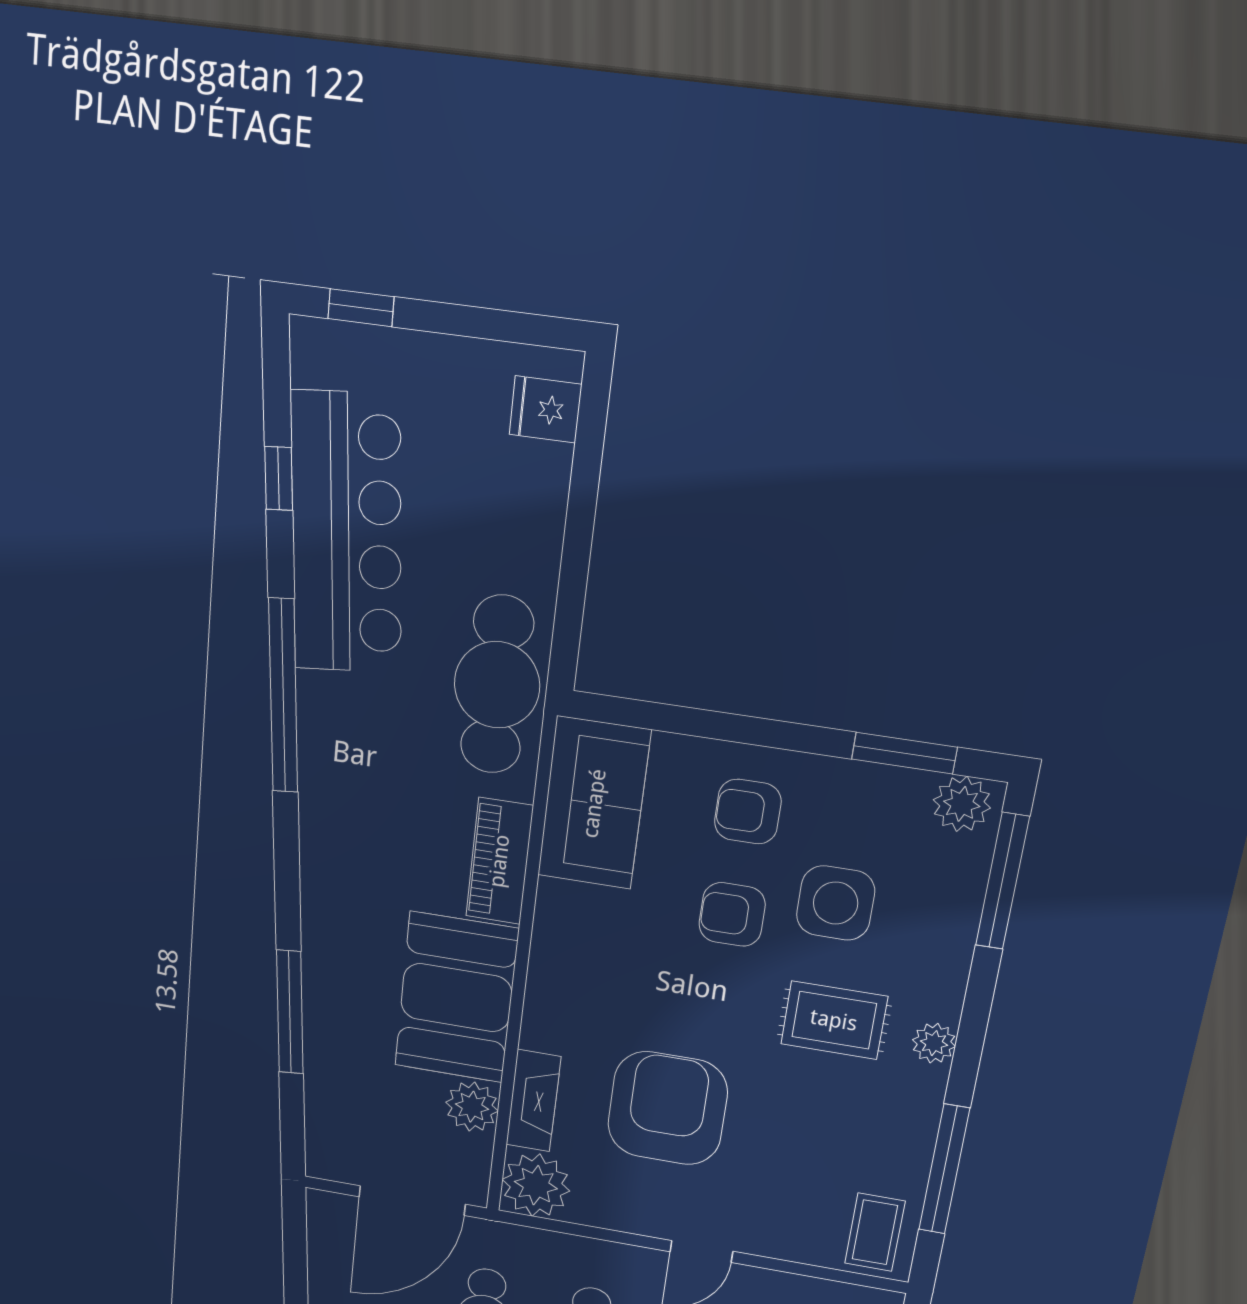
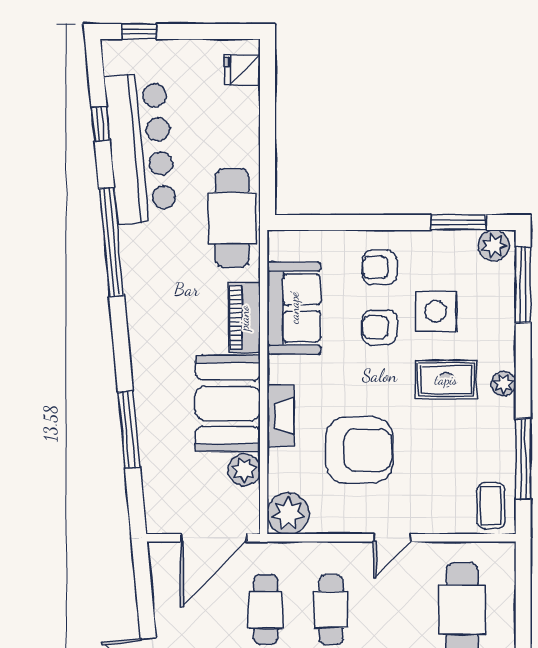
sofa: (594, 803) -> (294, 308), moved
fireplace: (533, 1101) -> (280, 416), moved
armchair: (667, 1108) -> (359, 450), turned 90

